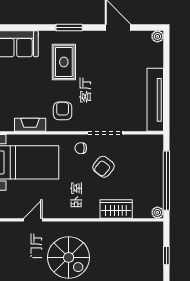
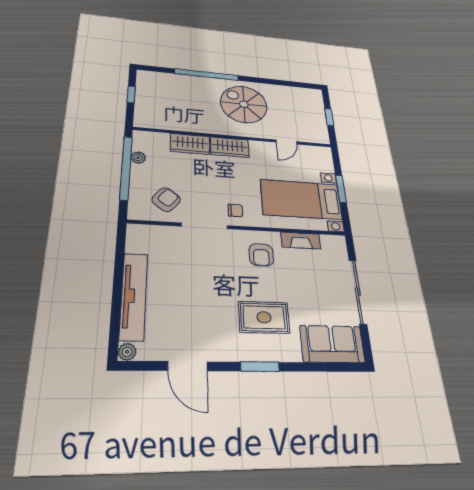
rug: (64, 62) -> (264, 317), turned 90
tv unit: (155, 100) -> (134, 296), moved
armchair: (103, 167) -> (166, 200), moved
wardrobe: (83, 209) -> (230, 147), added
plant: (157, 212) -> (138, 158), moved

